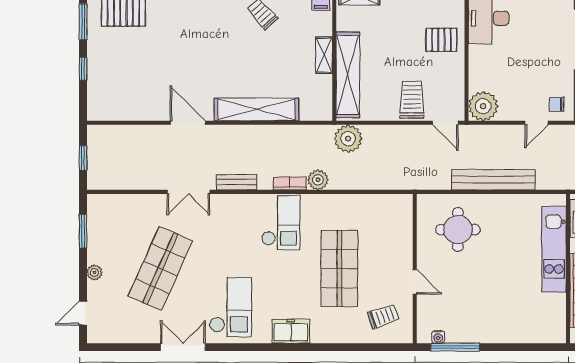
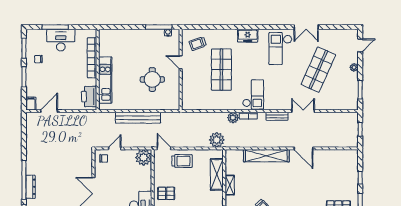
shelving: (348, 75) -> (217, 174), width x0.68
trolley: (412, 100) -> (182, 161), turned -90
checkout: (281, 223) -> (253, 94), turned 180
round table: (458, 230) -> (152, 79), moved

